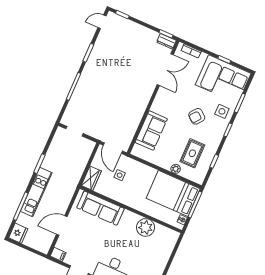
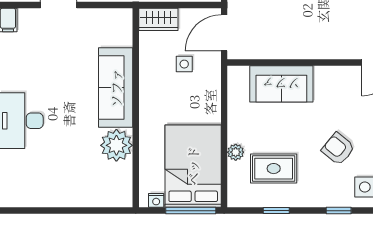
sofa: (100, 208) -> (116, 88), moved

